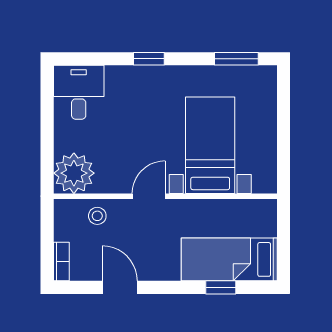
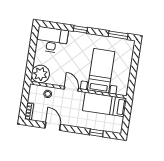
desk: (79, 92) -> (52, 40), width x1.37
door: (149, 196) -> (71, 89), hinge flipped
bed: (229, 259) -> (104, 104), moved

